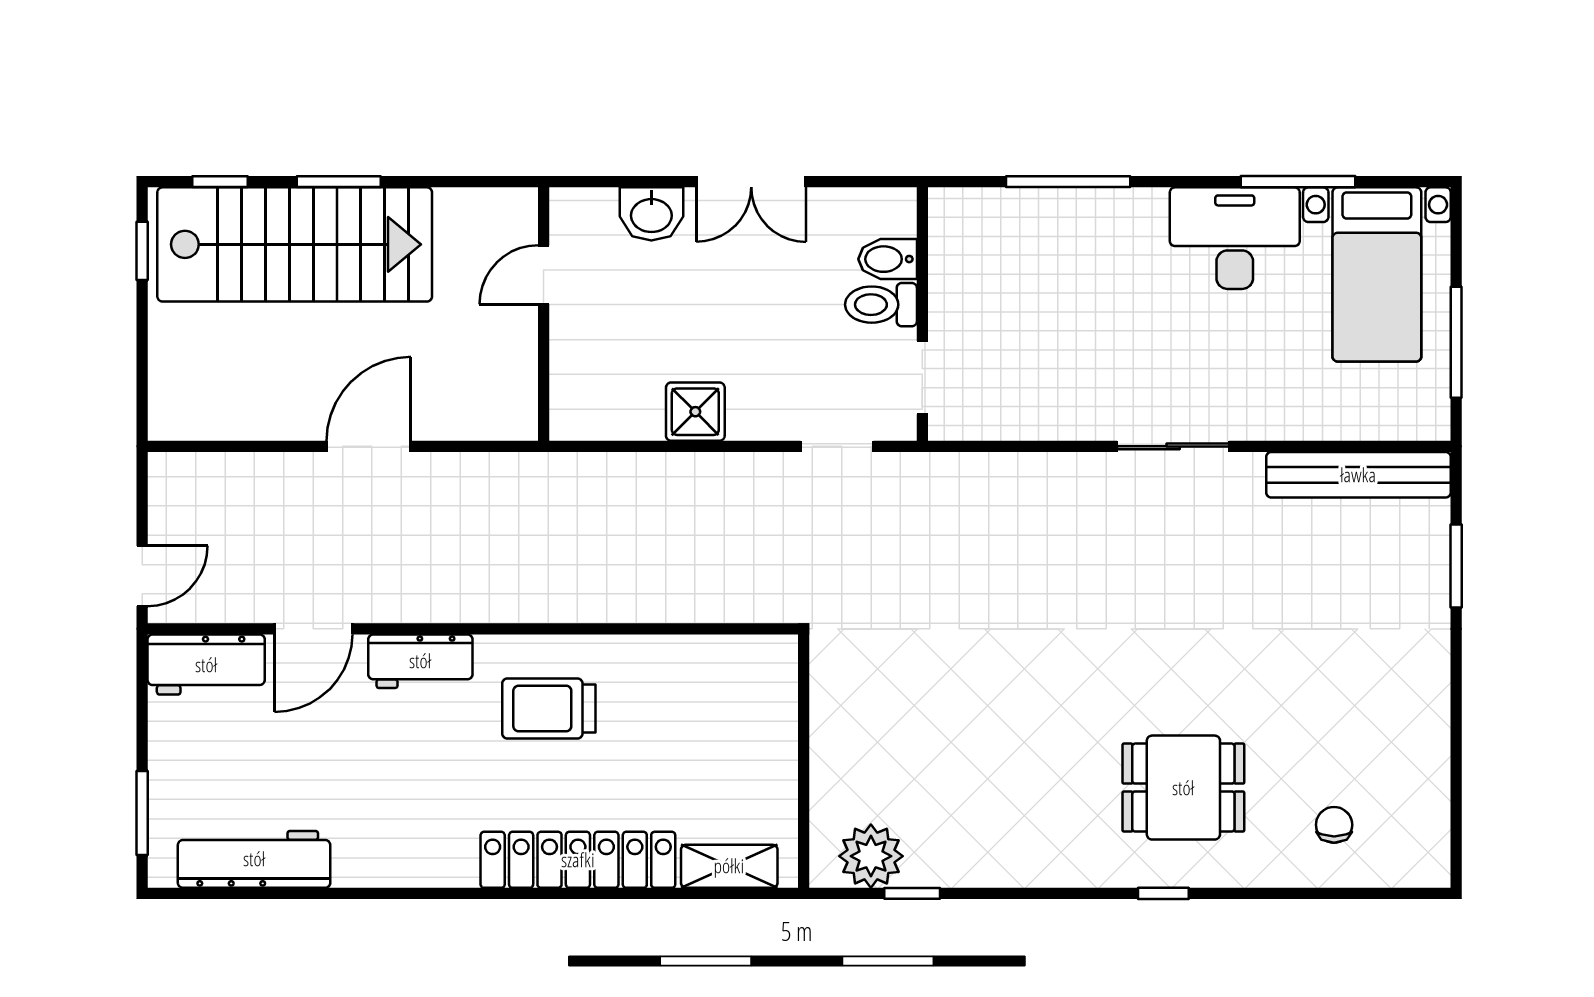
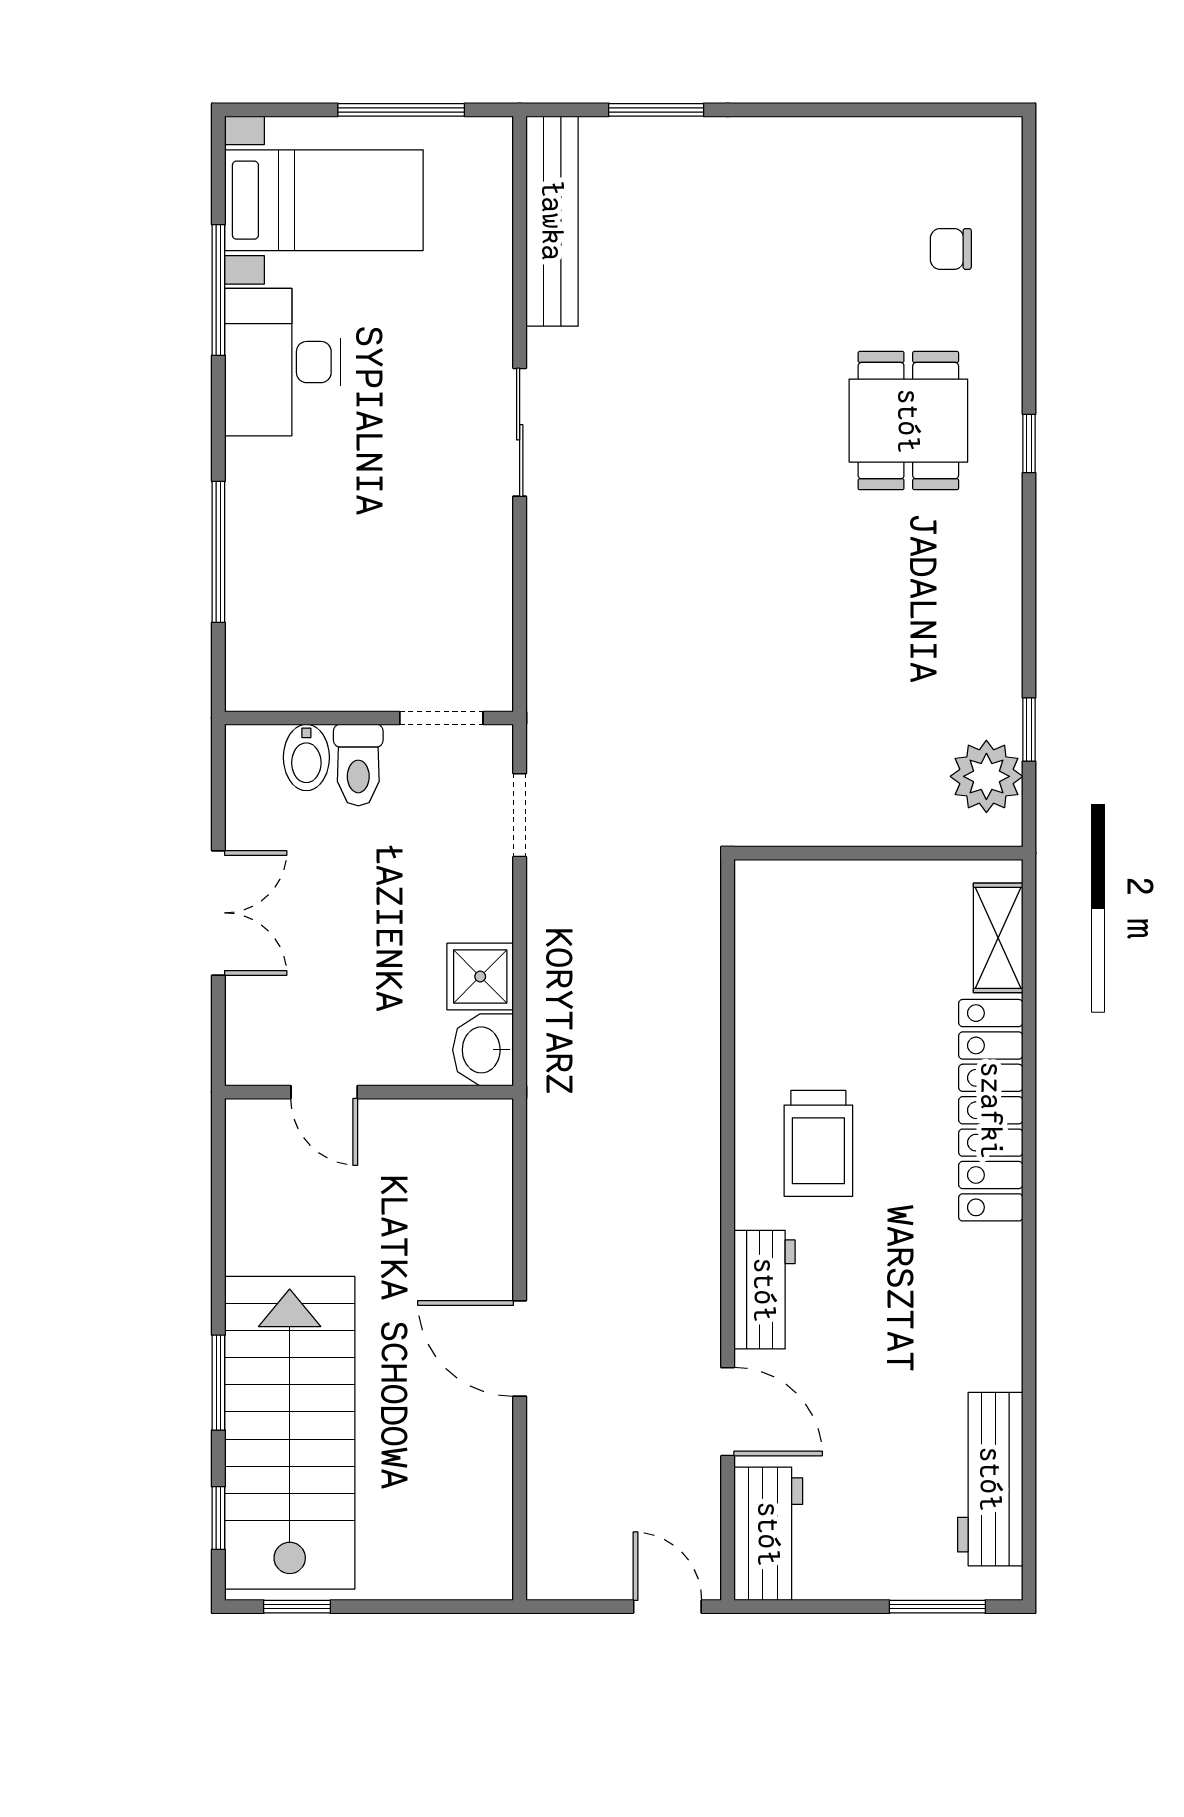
washbasin: (651, 214) -> (483, 1050), moved, turned 180
door: (544, 275) -> (324, 1092), moved
wall: (544, 314) -> (369, 1092), moved

